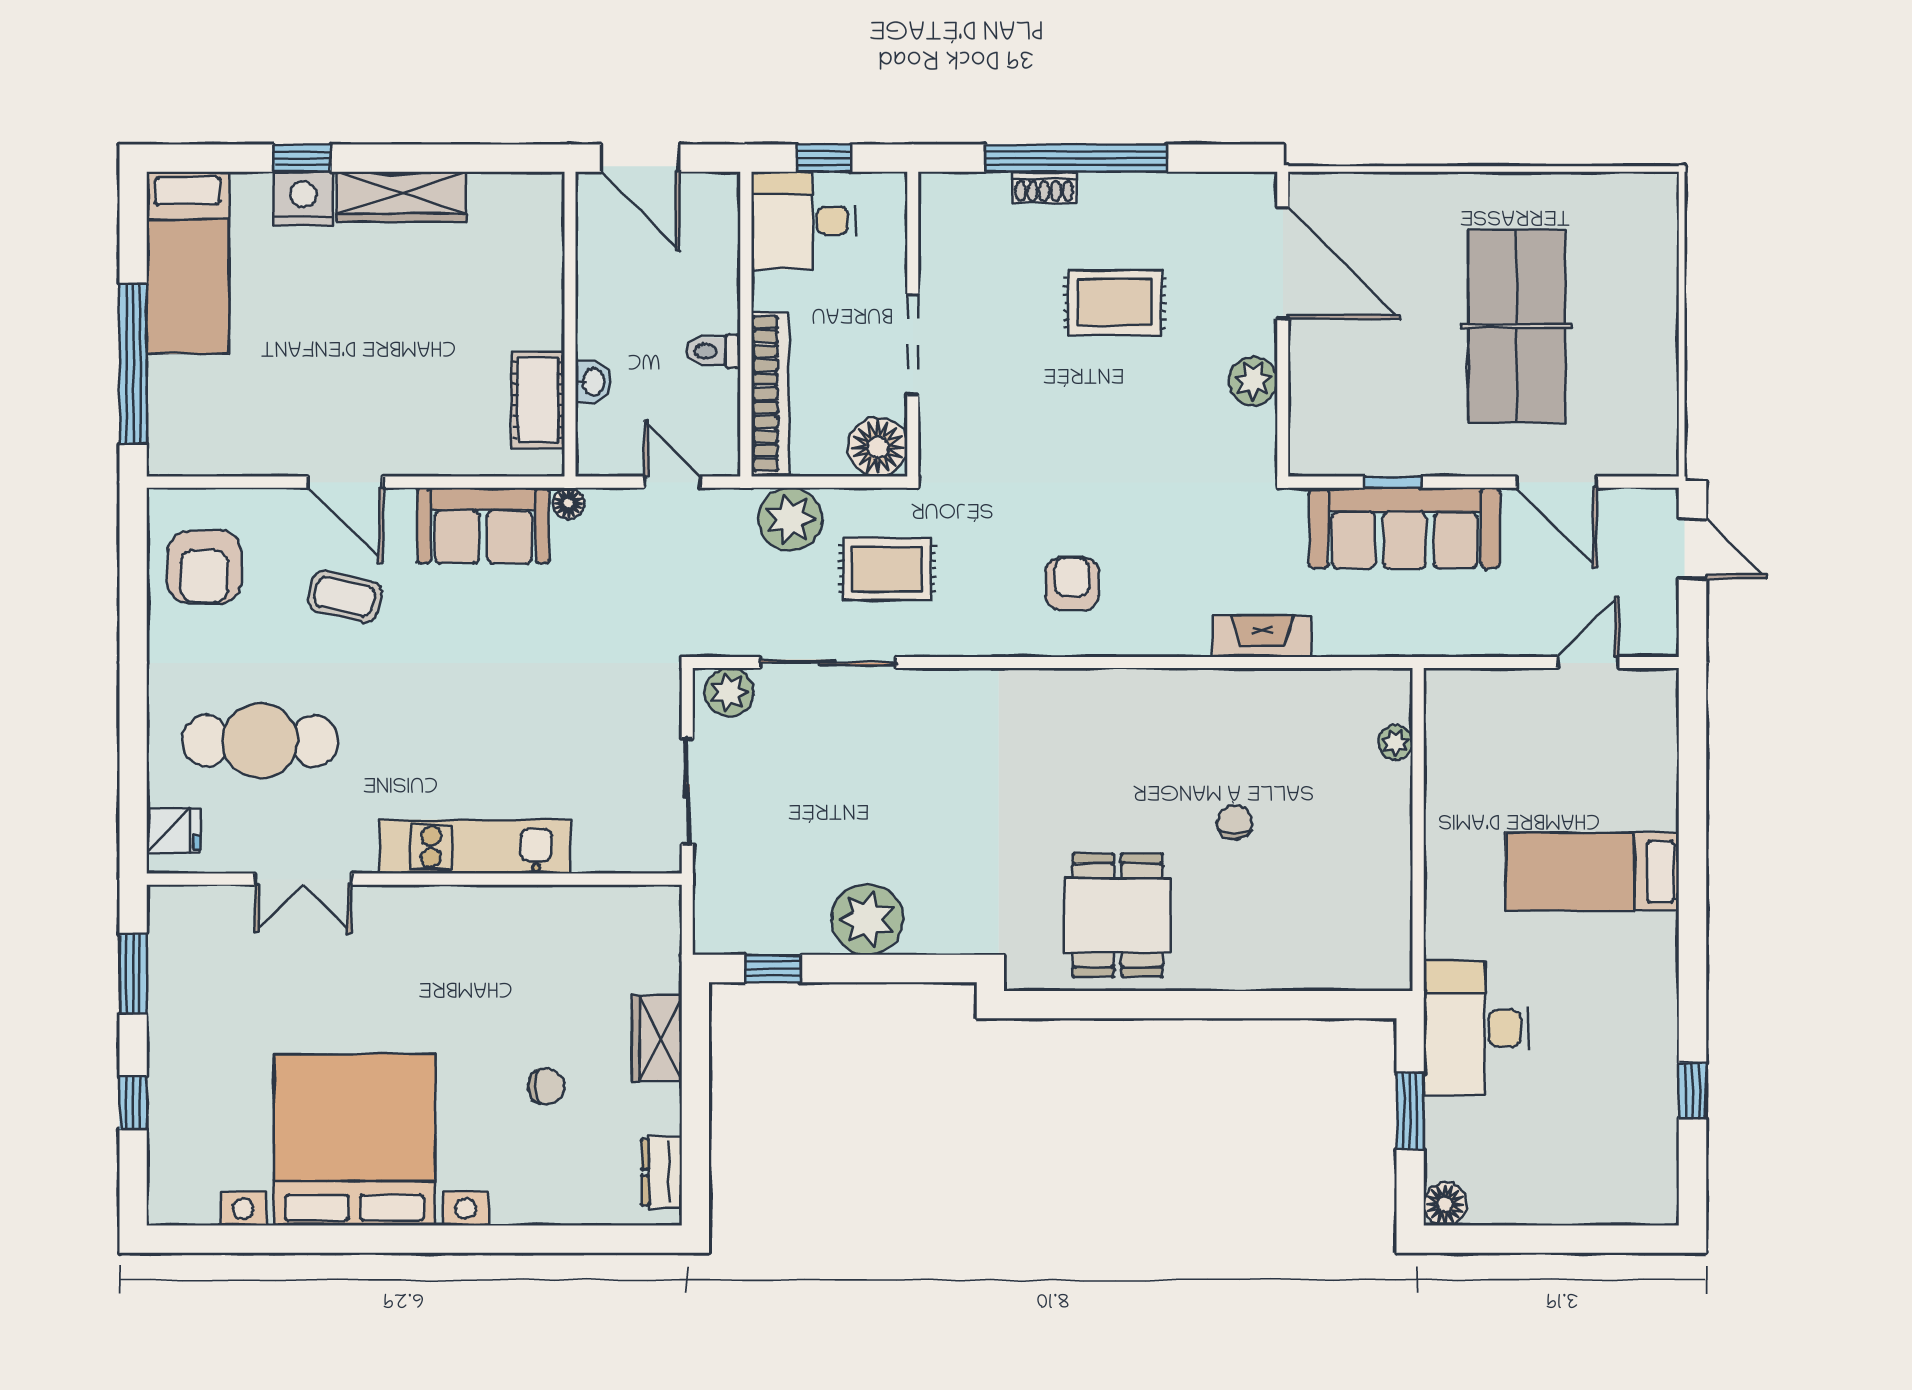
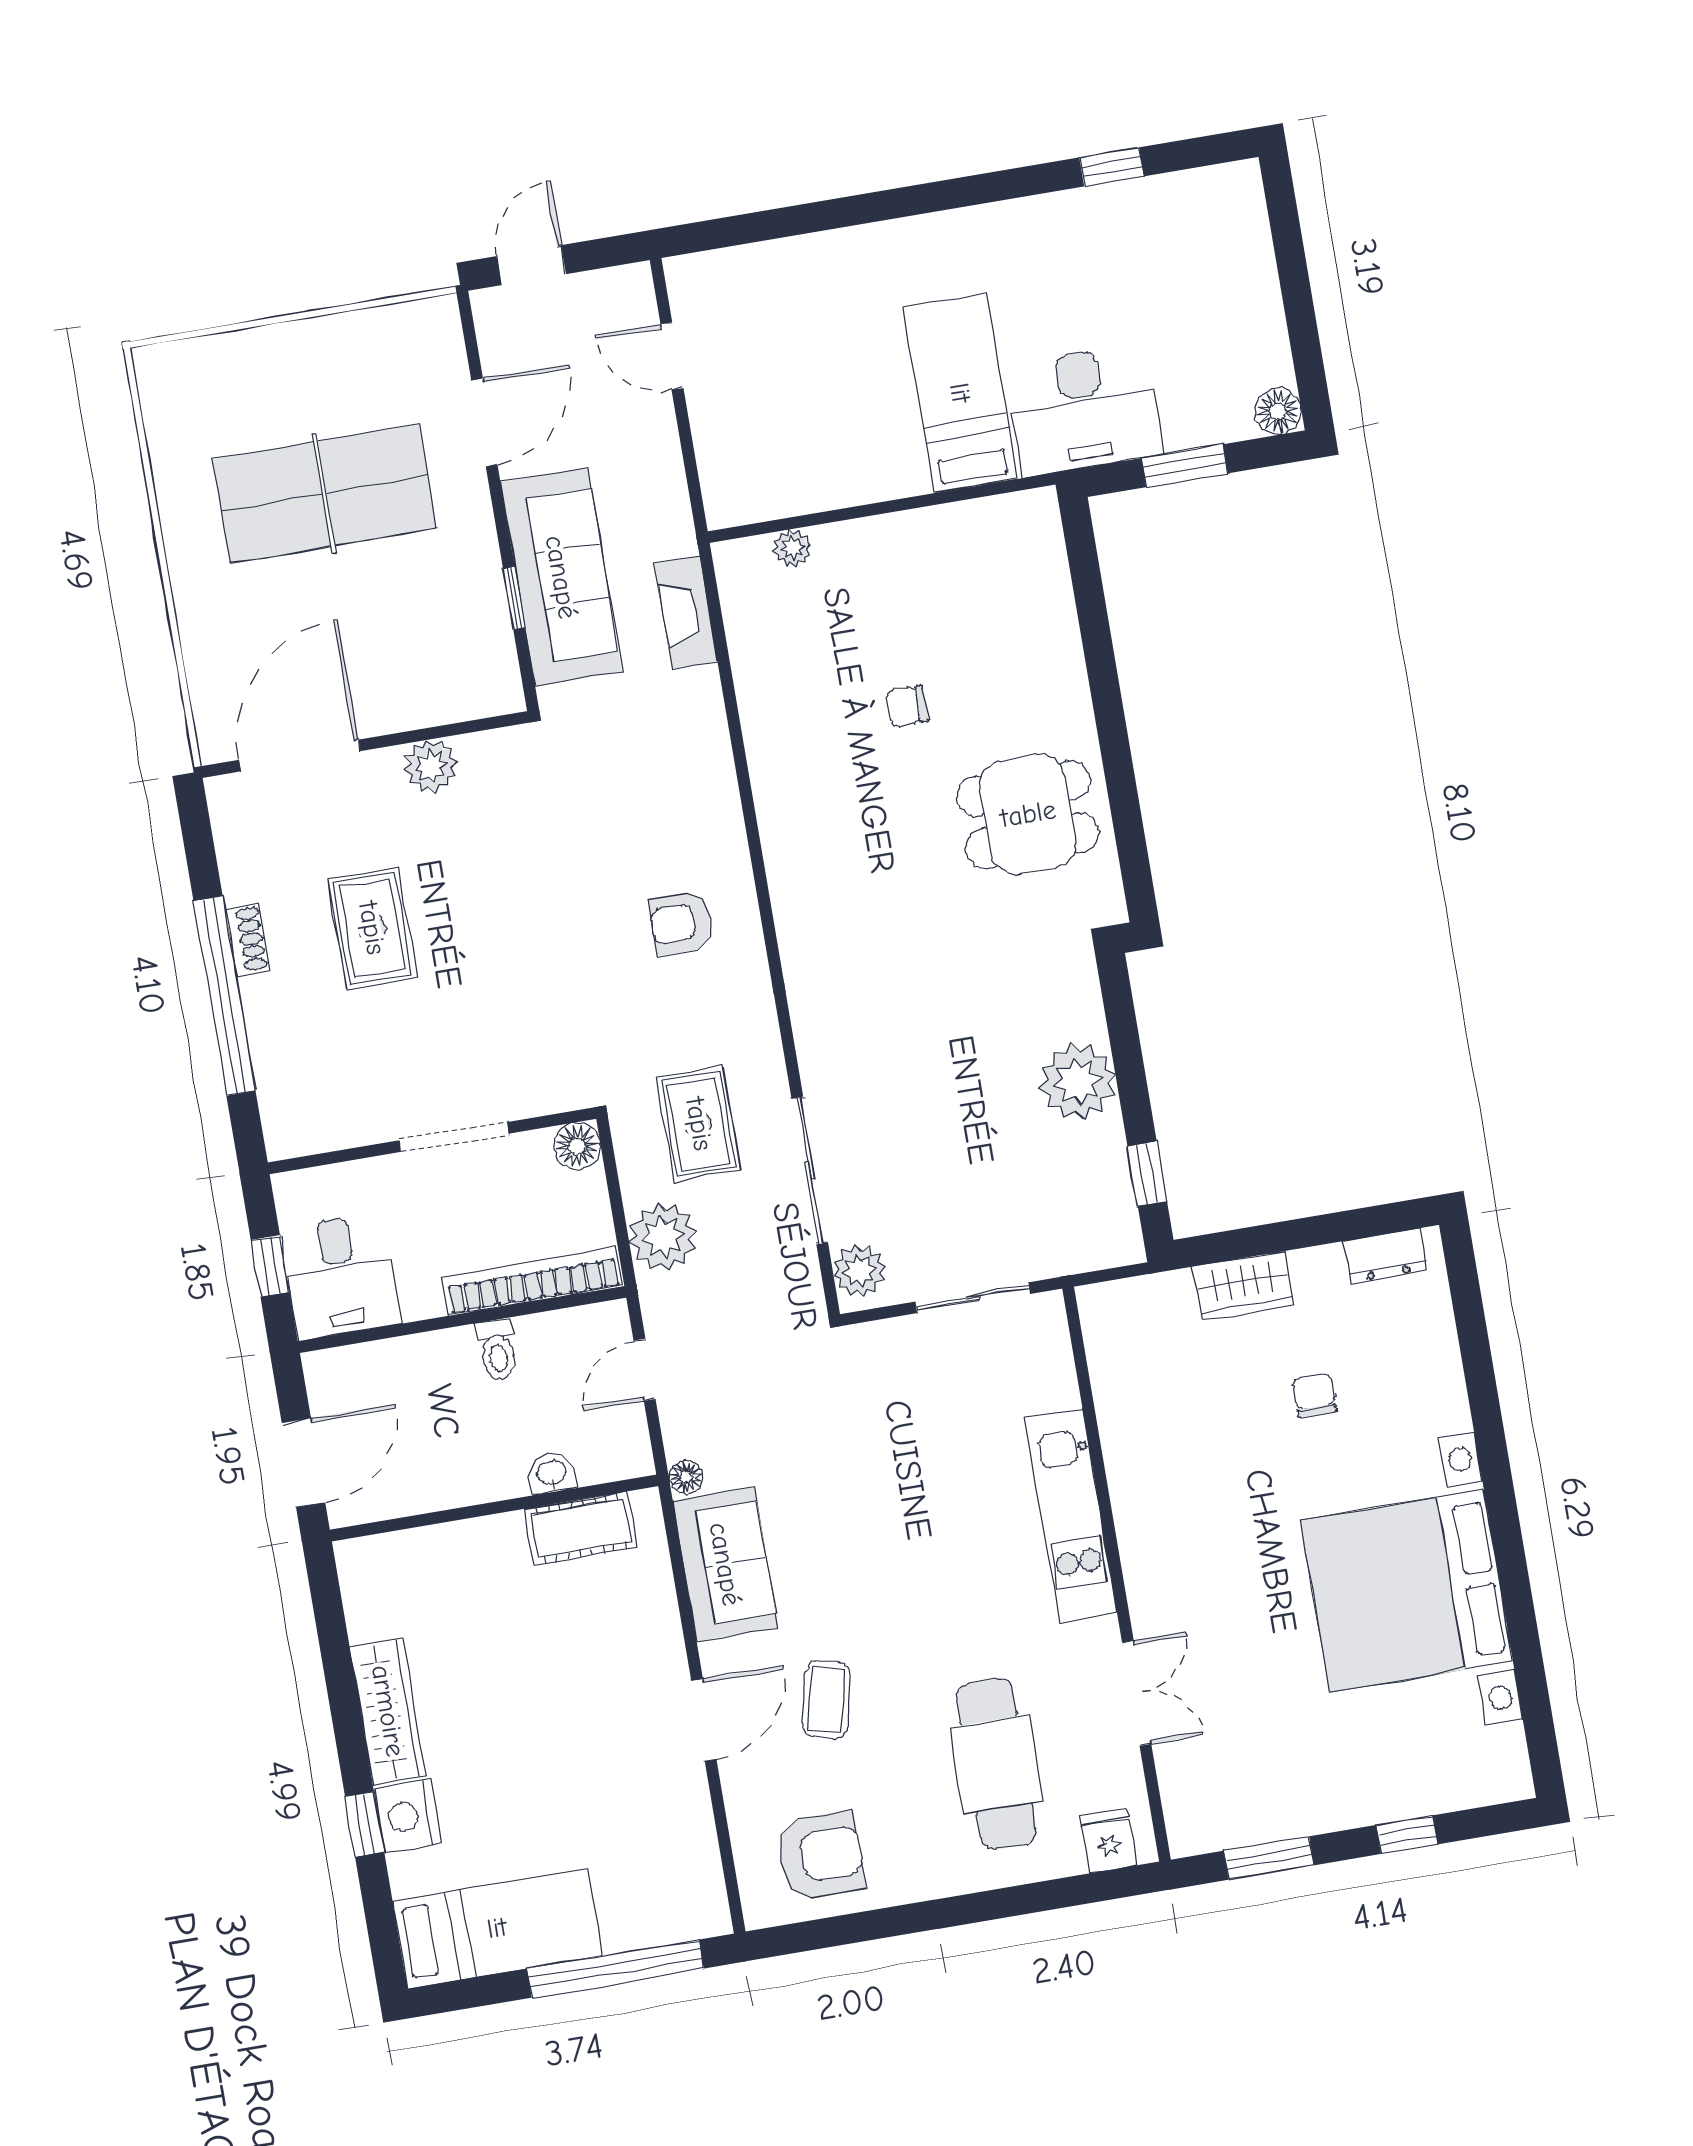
shoe rack: (1044, 187) -> (247, 940), moved
floor lamp: (878, 447) -> (577, 1146), width x0.73, depth x0.73
fireplace: (1262, 636) -> (686, 612), moved
bed: (1592, 872) -> (960, 393), moved, turned 180

